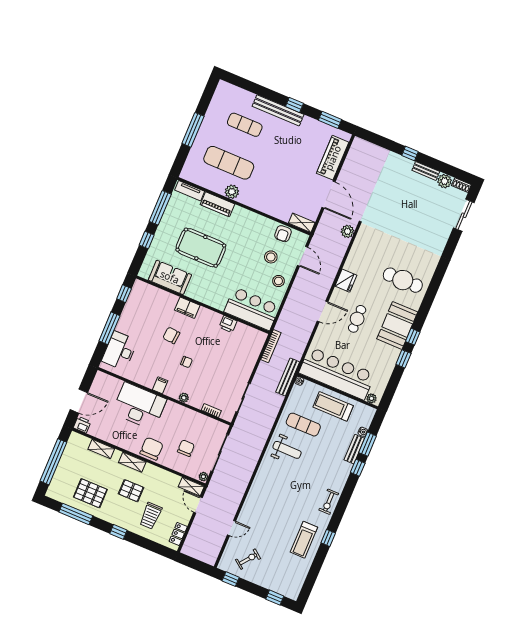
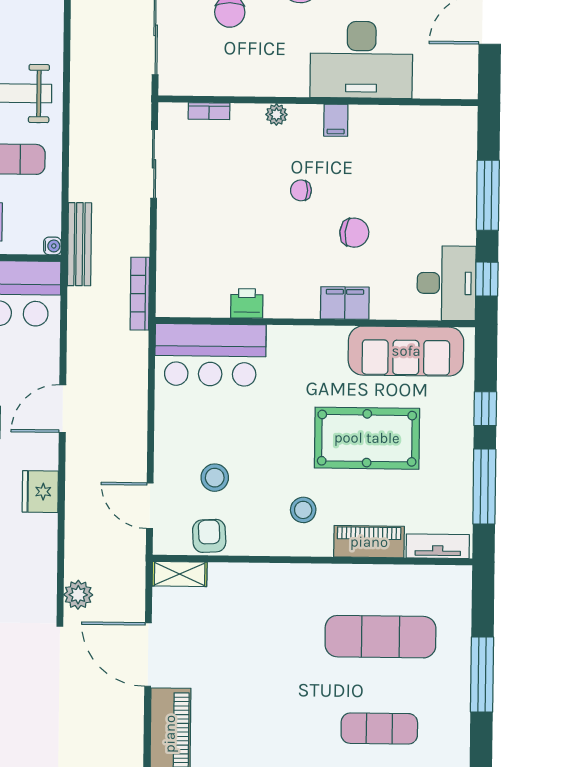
plant: (232, 192) -> (350, 580), removed
sofa: (170, 277) -> (406, 351), width x1.36
stool: (278, 281) -> (303, 510), moved
desk: (120, 351) -> (446, 283), moved

